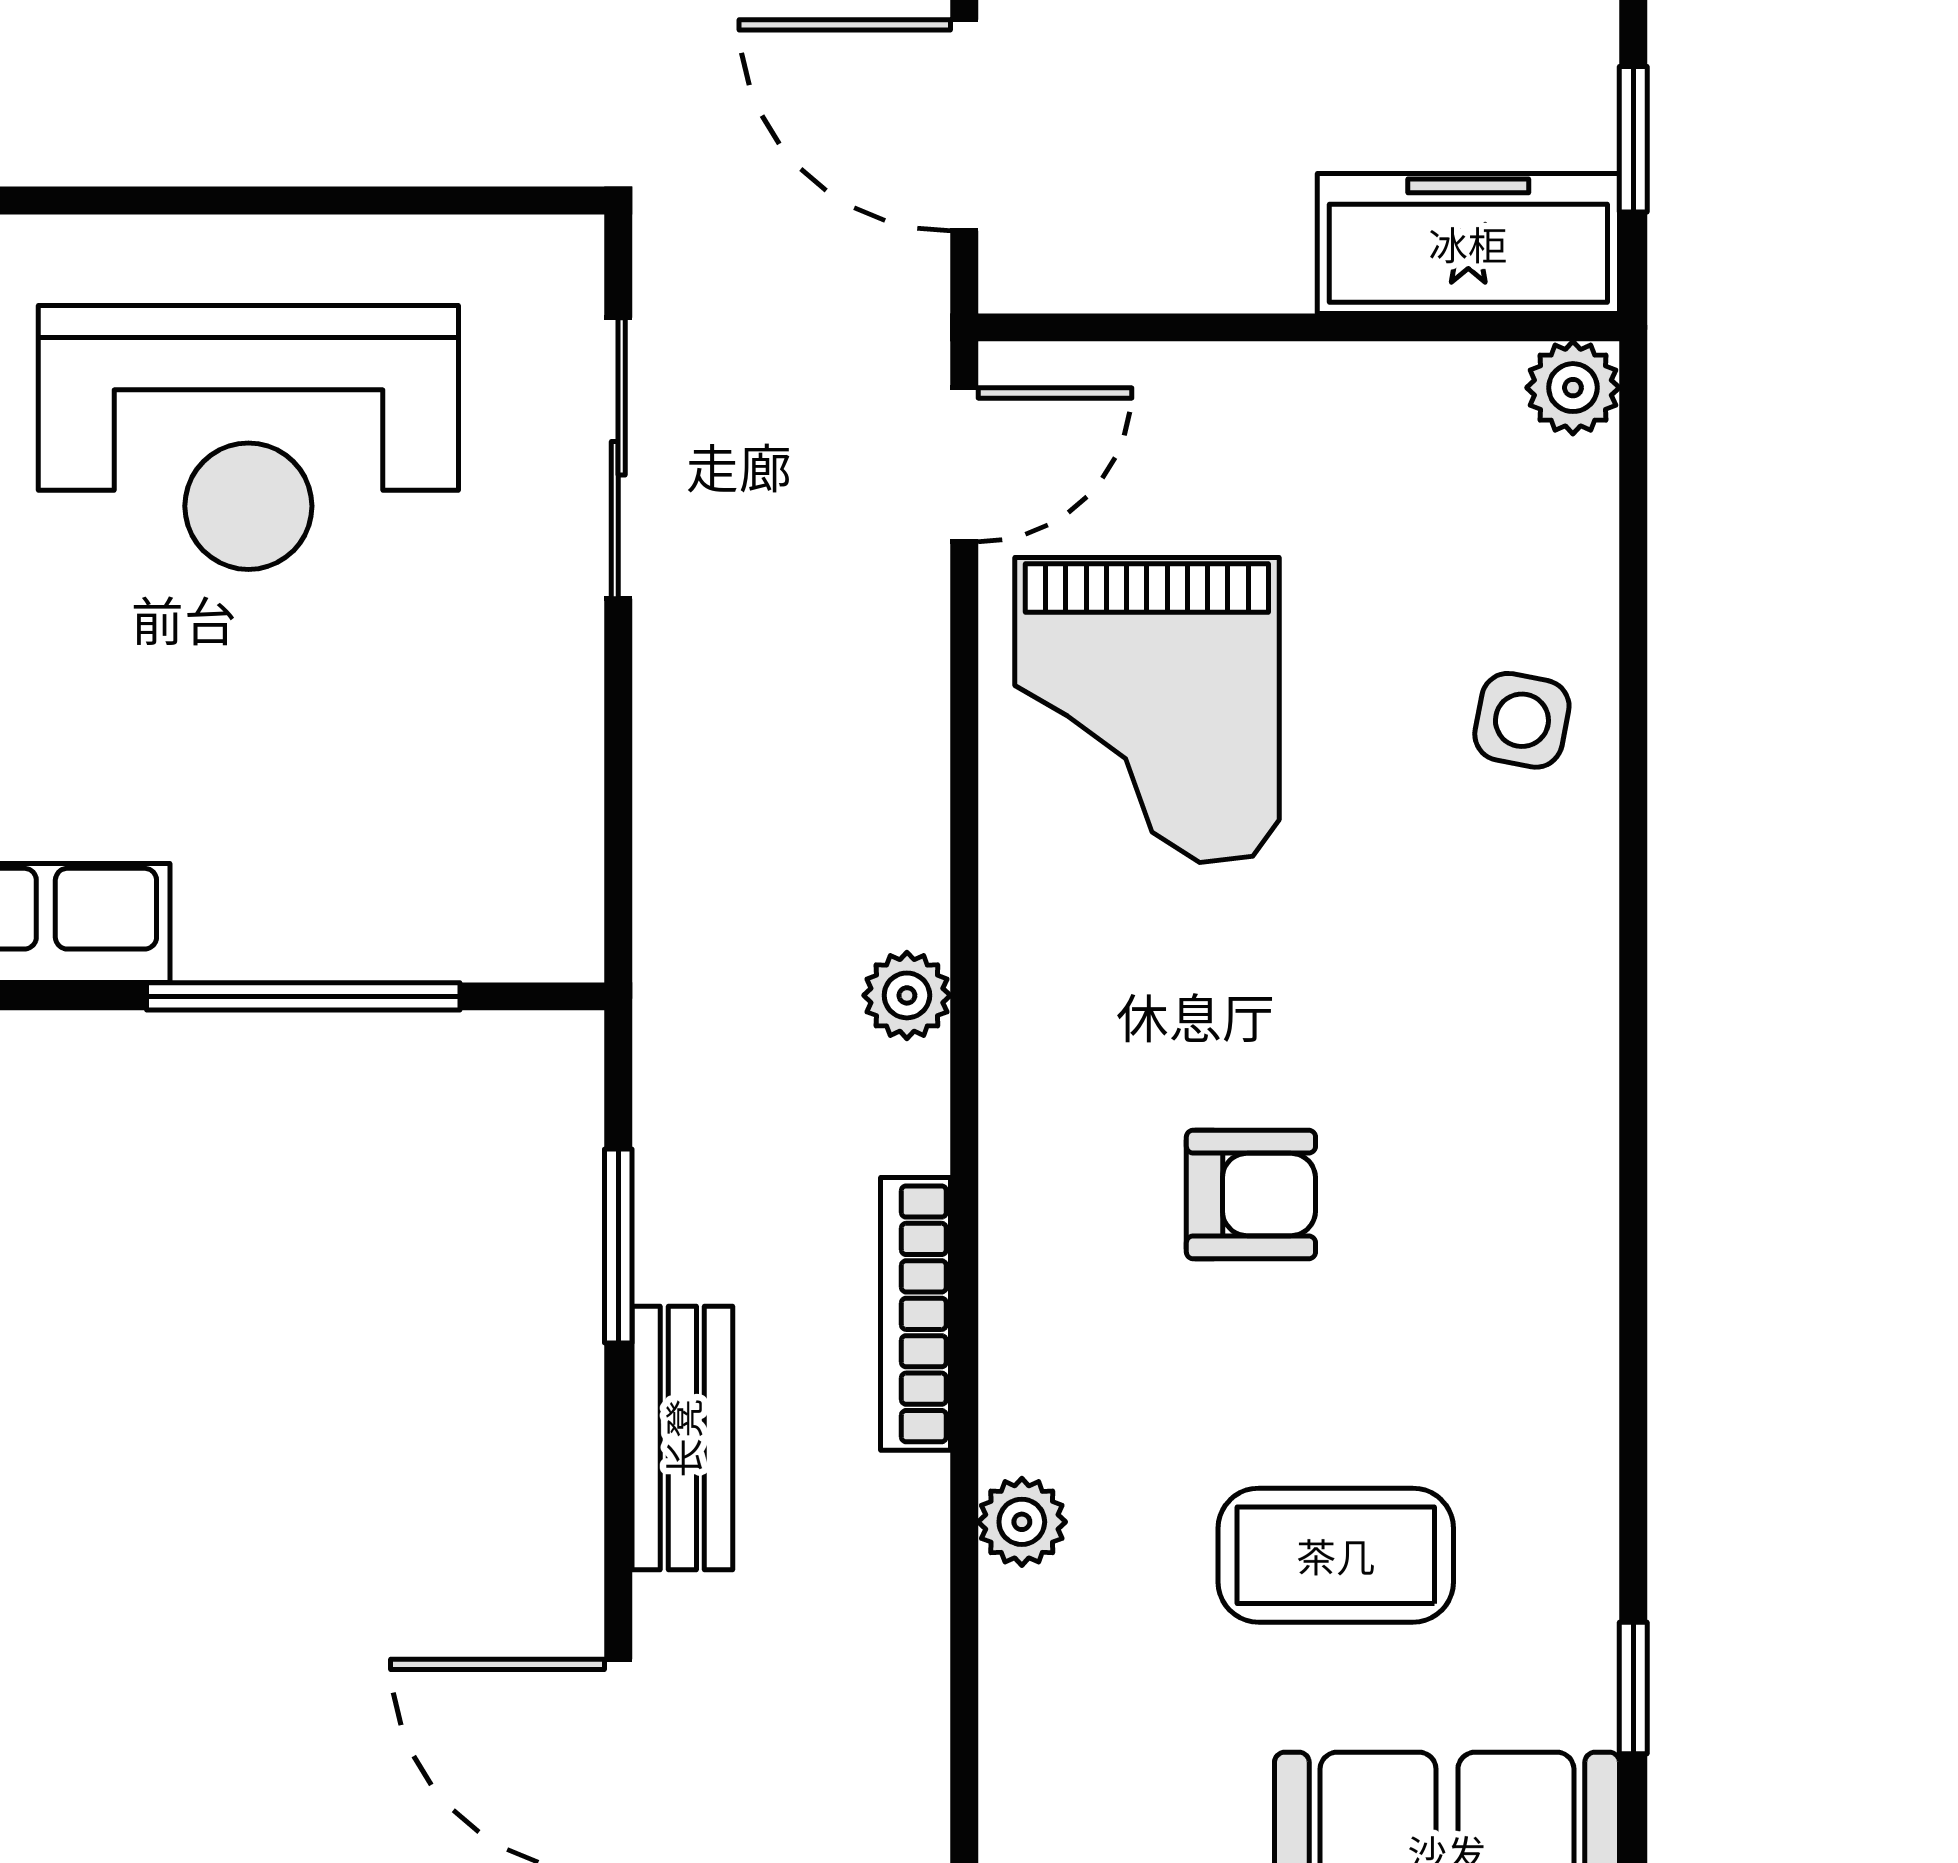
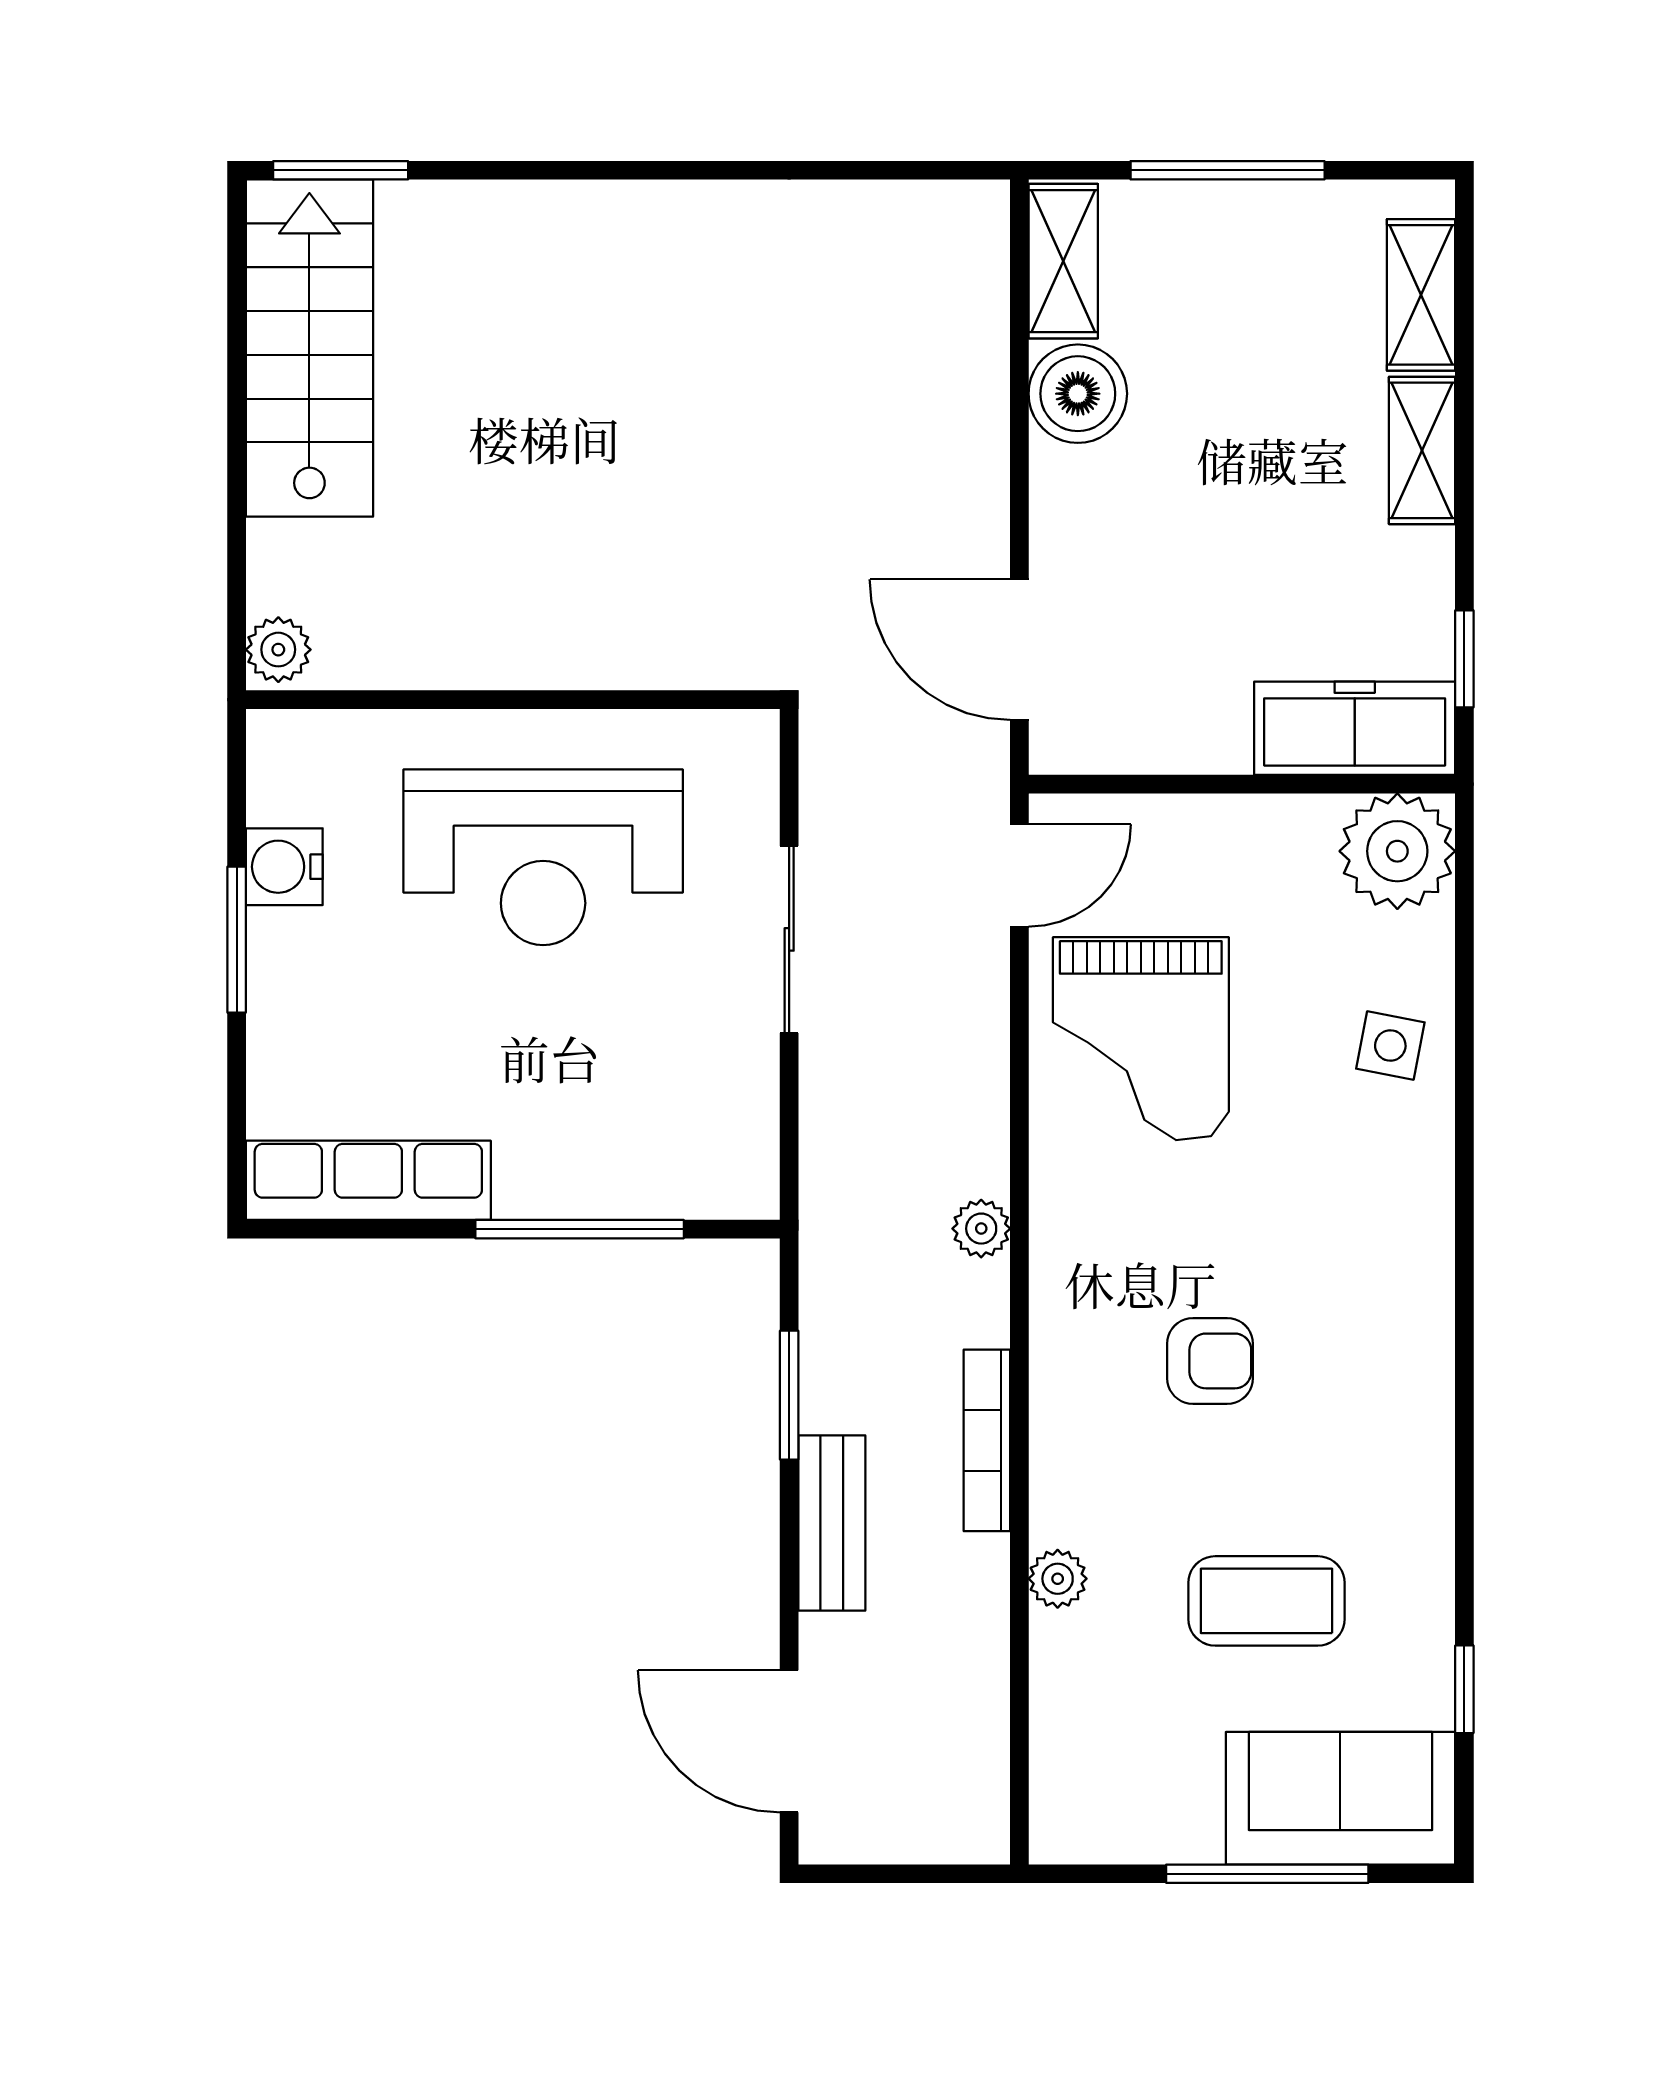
plant: (1573, 388) -> (1397, 851), width x1.88, depth x1.88
sliding door: (618, 458) -> (789, 939), moved

